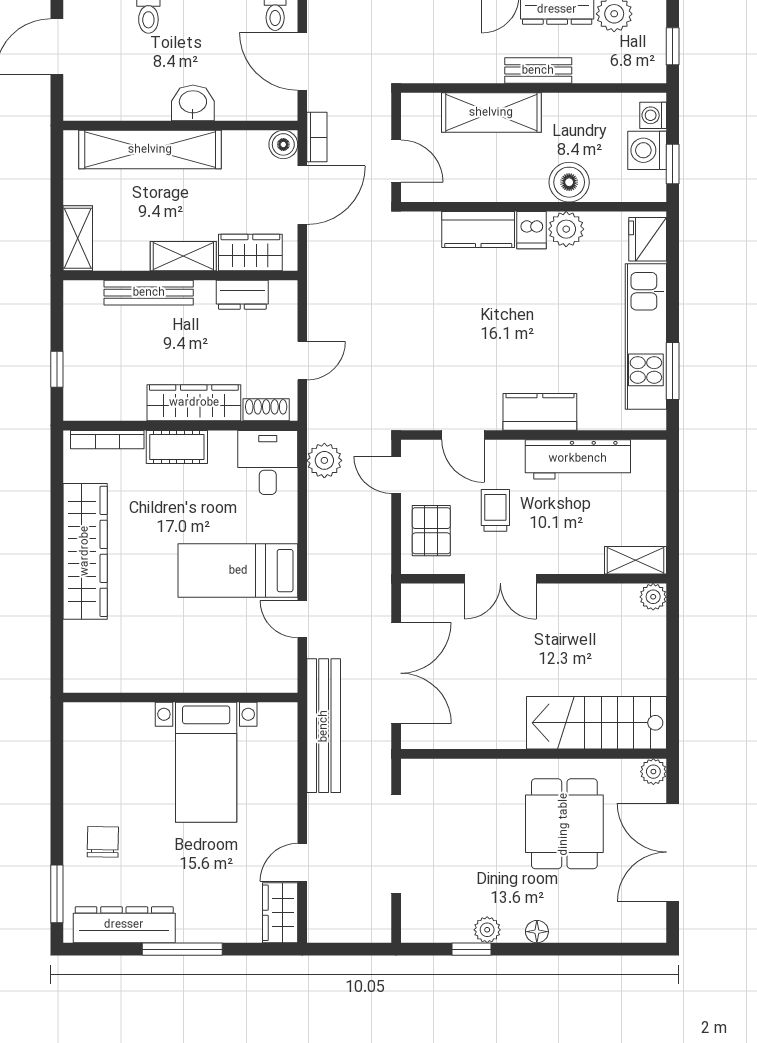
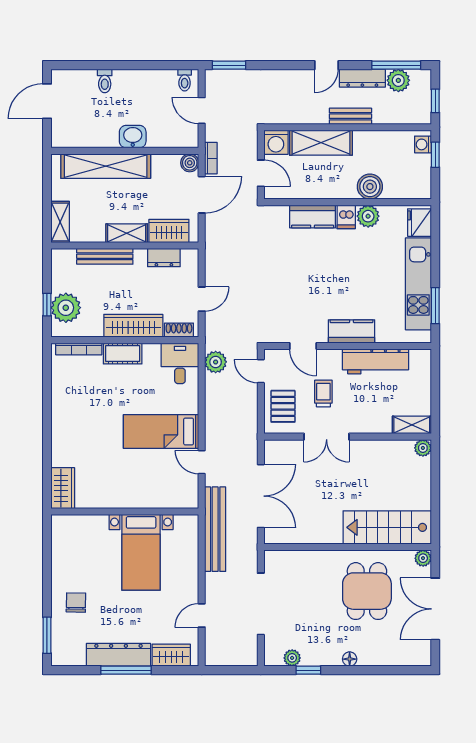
door: (302, 61) -> (202, 110), width x0.73
washing machine: (647, 150) -> (276, 142), moved, turned -90
window: (673, 164) -> (435, 155), moved
plant: (87, 374) -> (66, 308), added
wardrobe: (85, 551) -> (63, 488), moved, width x0.48, depth x0.85
wardrobe: (280, 913) -> (171, 655), moved, turned 90
dresser: (124, 925) -> (119, 655), moved
plant: (487, 930) -> (292, 658), moved

